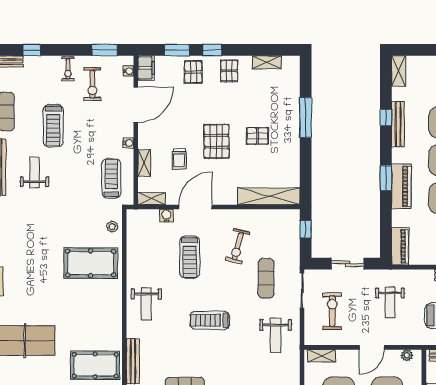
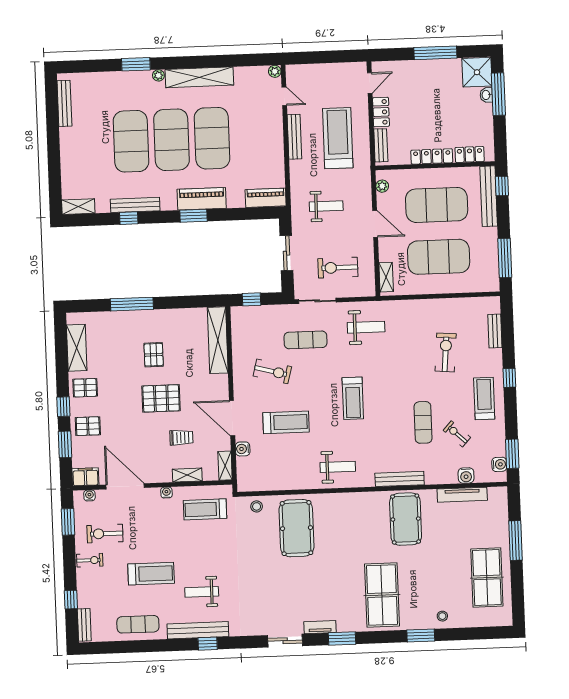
shelving: (267, 62) -> (77, 348), width x1.50, depth x1.33
exercise bike: (92, 84) -> (105, 534), turned 180

